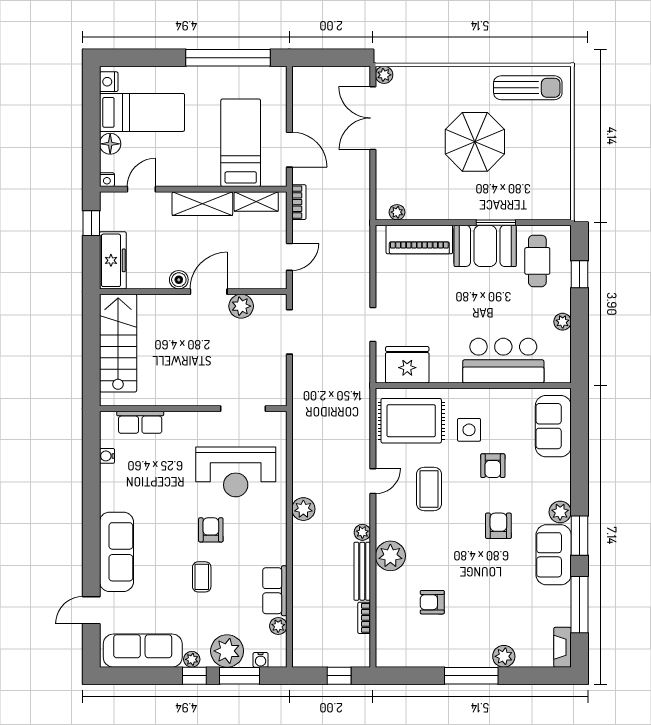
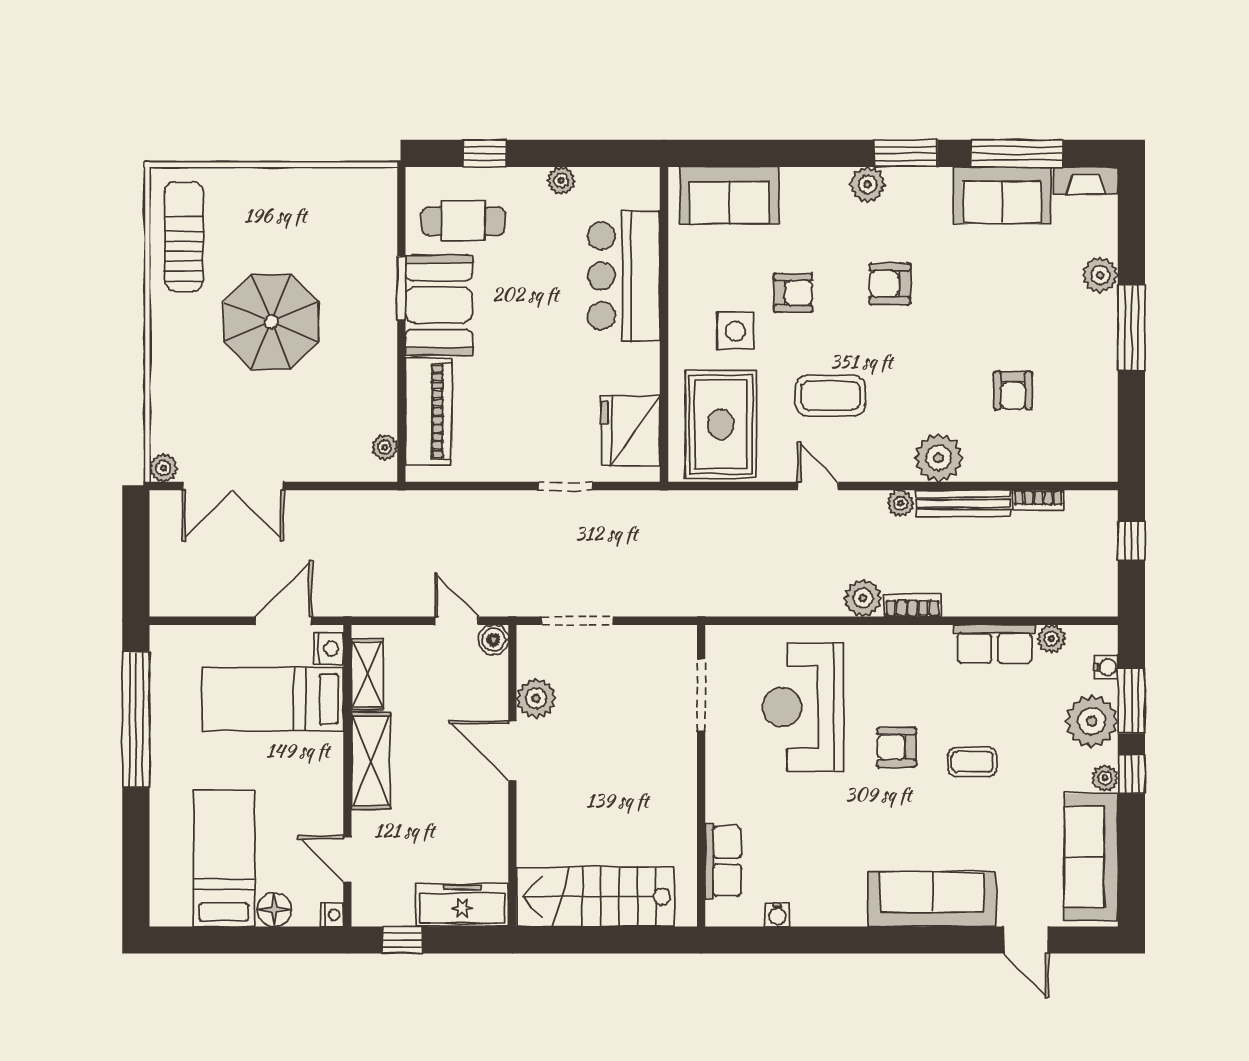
nightstand: (109, 82) -> (329, 649), moved, turned -90
bookcase: (299, 202) -> (913, 605), moved
boiler: (179, 280) -> (493, 640), moved
reception desk: (236, 472) -> (803, 707), turned 180
sofa: (554, 555) -> (1002, 195), moved

